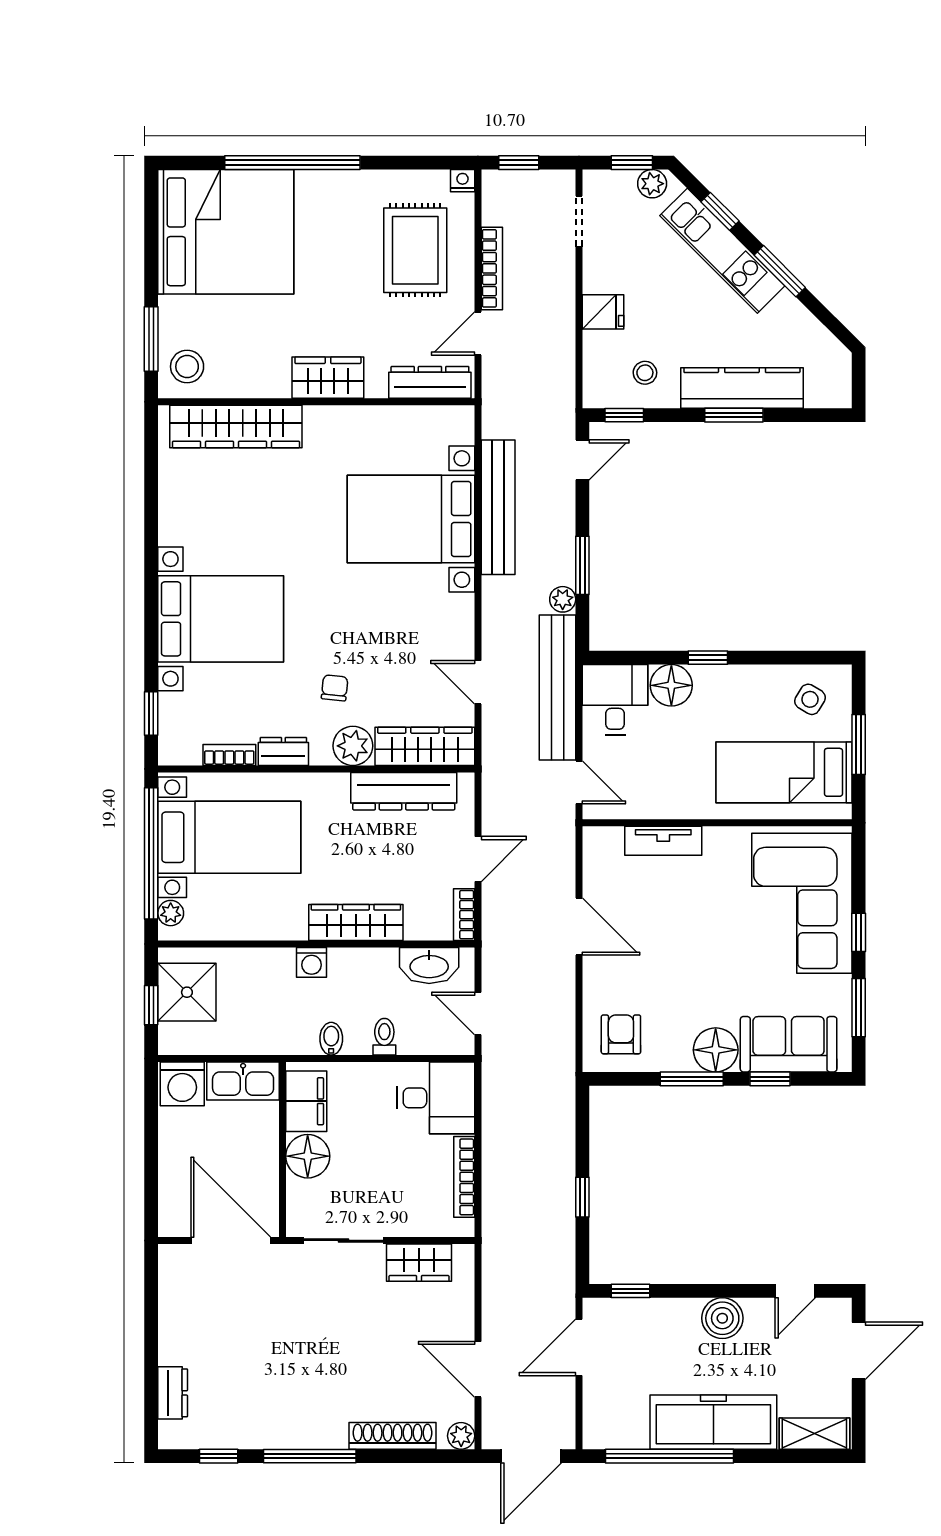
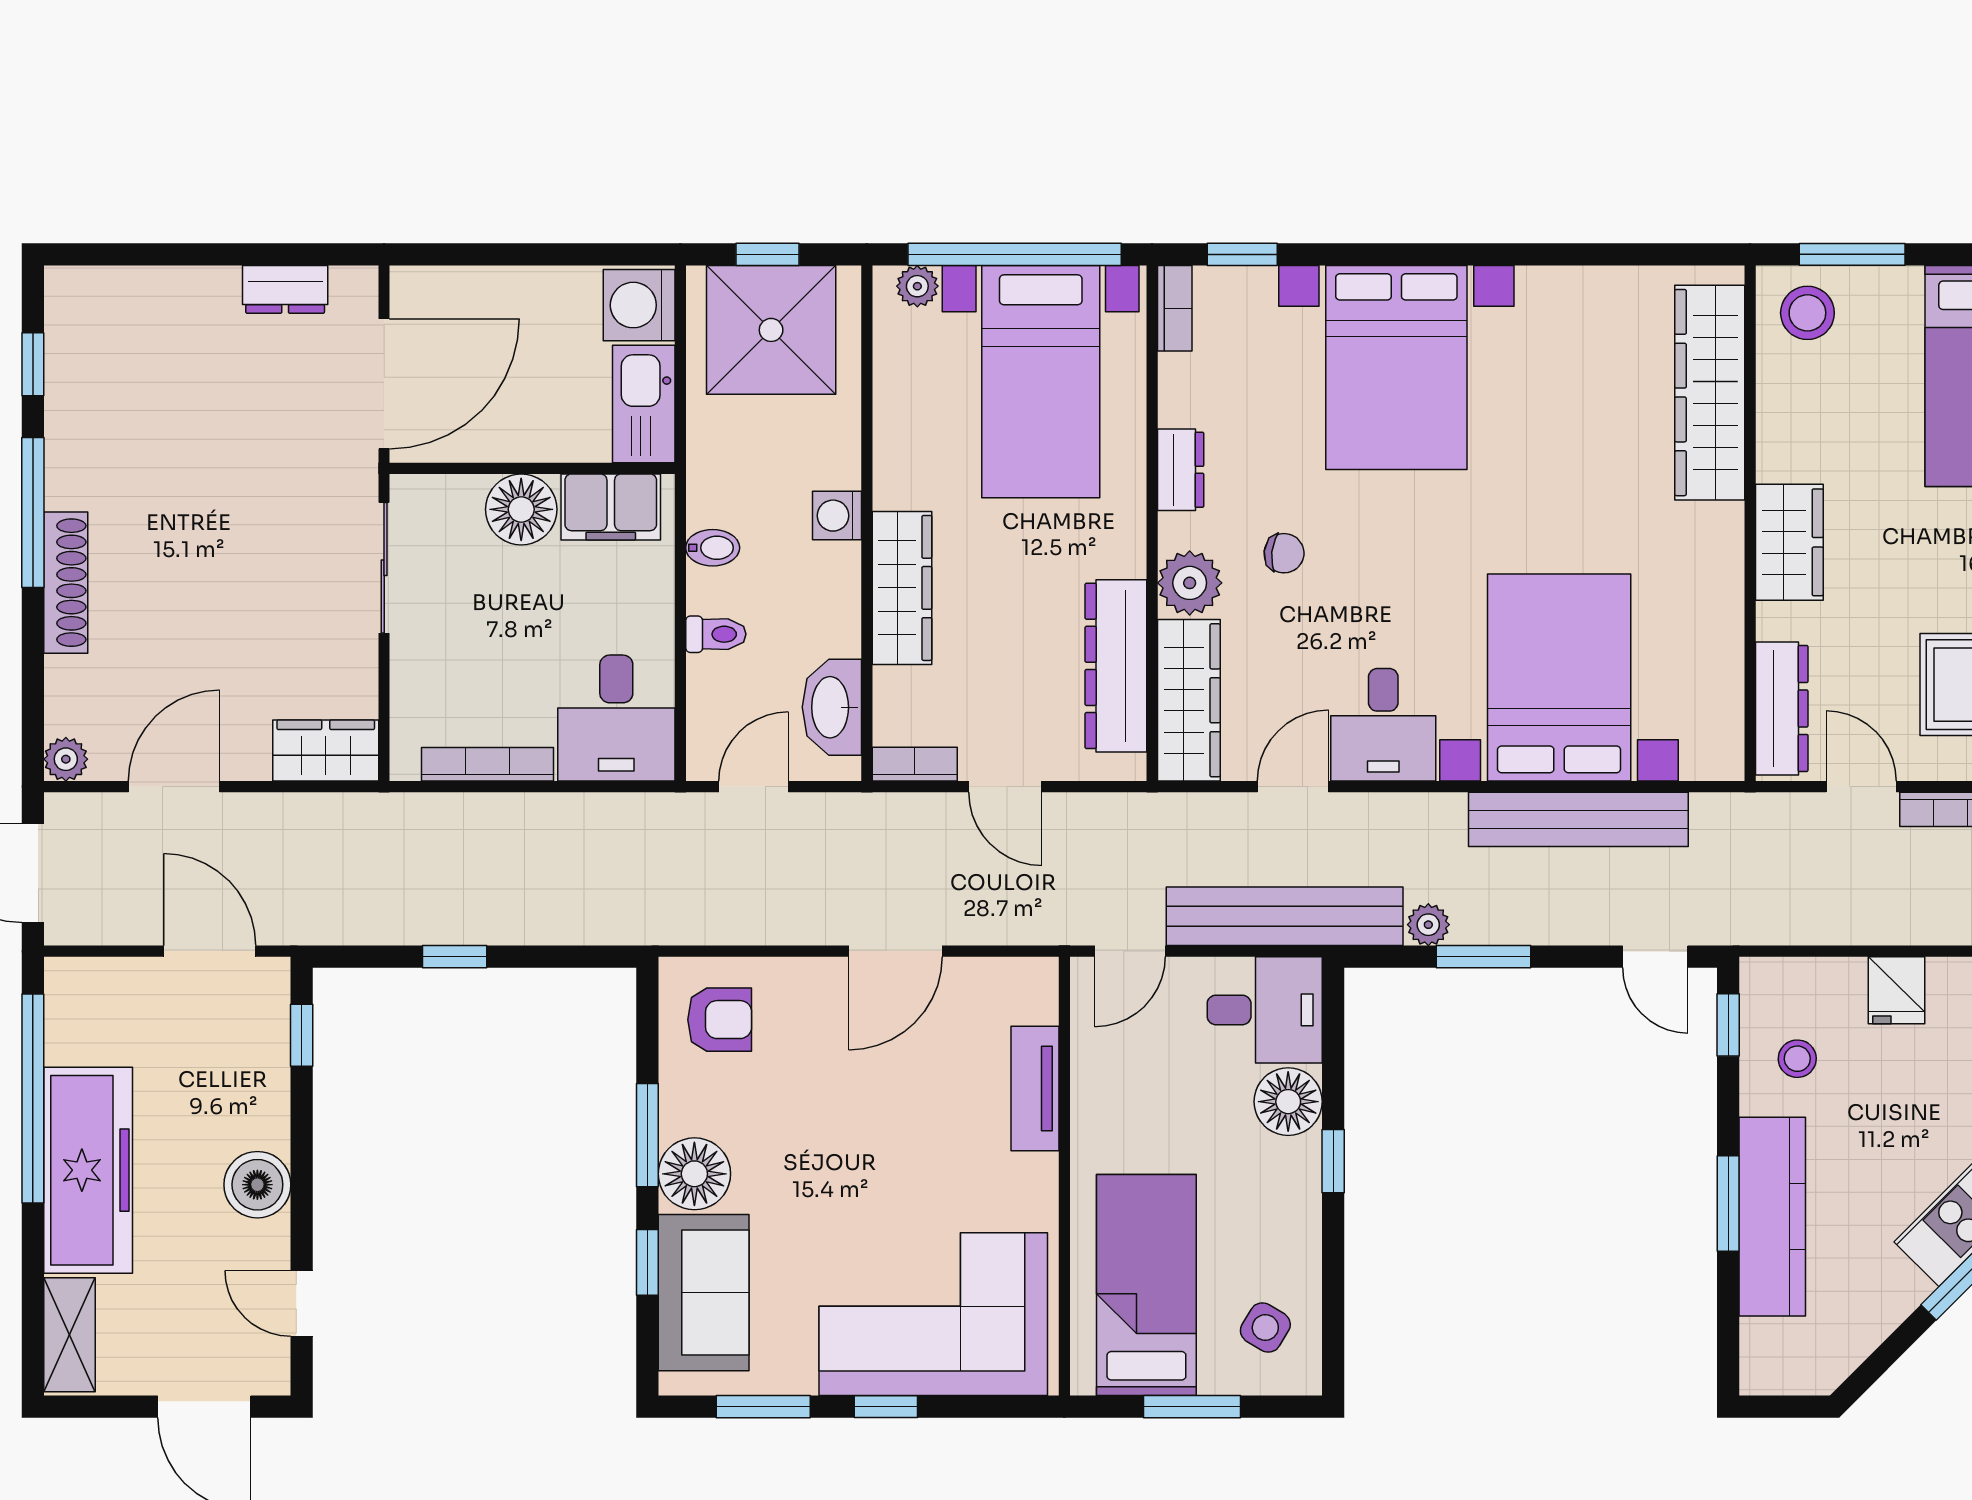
desk: (440, 627) -> (1383, 725), added
bookcase: (229, 755) -> (1175, 308), moved
shower: (187, 992) -> (771, 330), width x1.37, depth x1.37
wardrobe: (419, 1263) -> (326, 751), moved, turned 90
dresser: (173, 1393) -> (285, 289), moved
shoe rack: (393, 1436) -> (66, 583), moved

